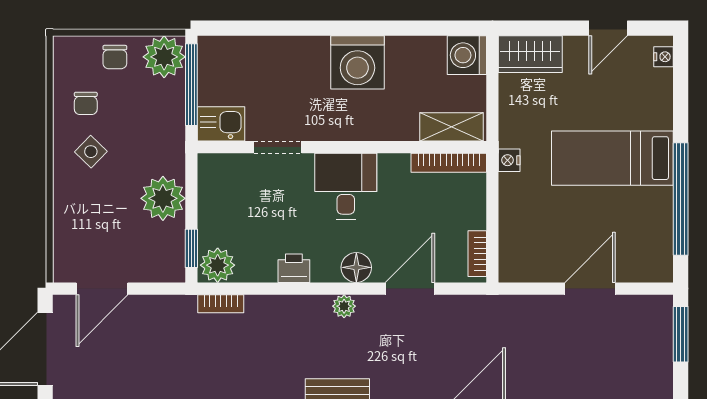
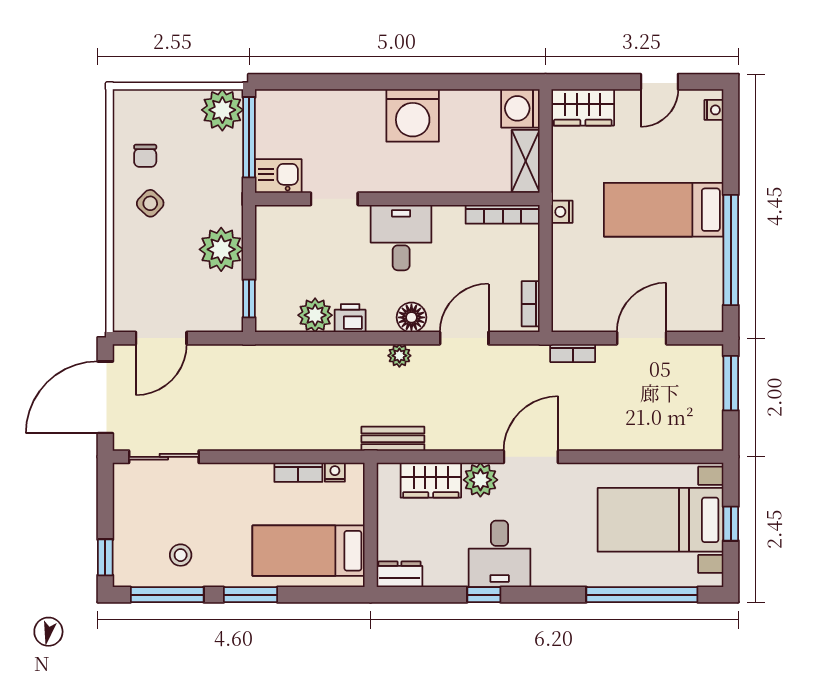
chair: (115, 57) -> (174, 110), removed
shelving: (452, 127) -> (526, 161), moved, turned 90
plant: (218, 265) -> (315, 315), moved
bookcase: (221, 304) -> (573, 353), moved

